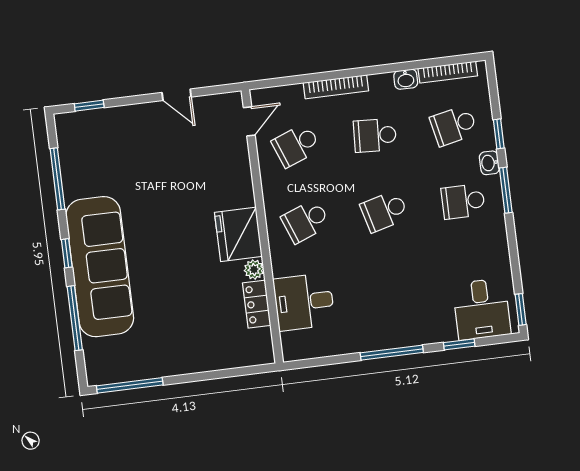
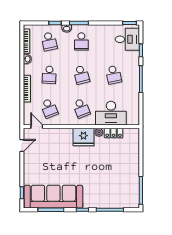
door: (177, 95) -> (22, 146), moved
sofa: (100, 267) -> (53, 197), moved
school desk: (394, 287) -> (114, 75), added
desk: (304, 302) -> (111, 113), width x1.37

